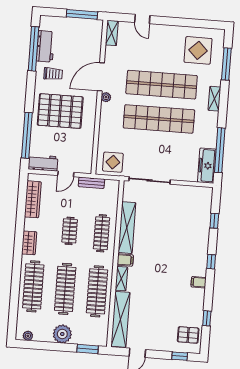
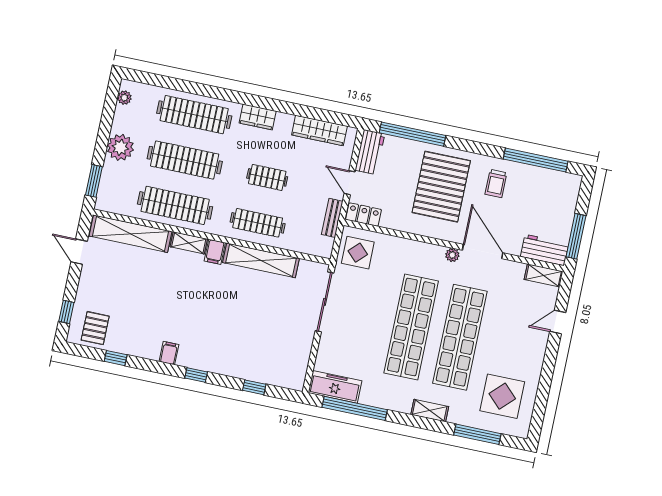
workbench: (45, 46) -> (545, 250), moved, turned 180
locker: (86, 162) -> (364, 215), added

